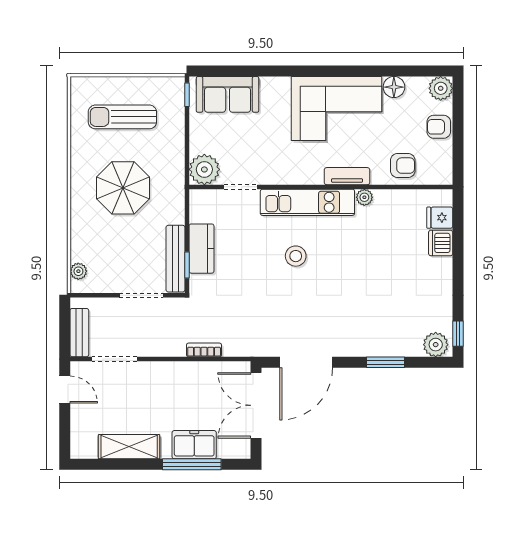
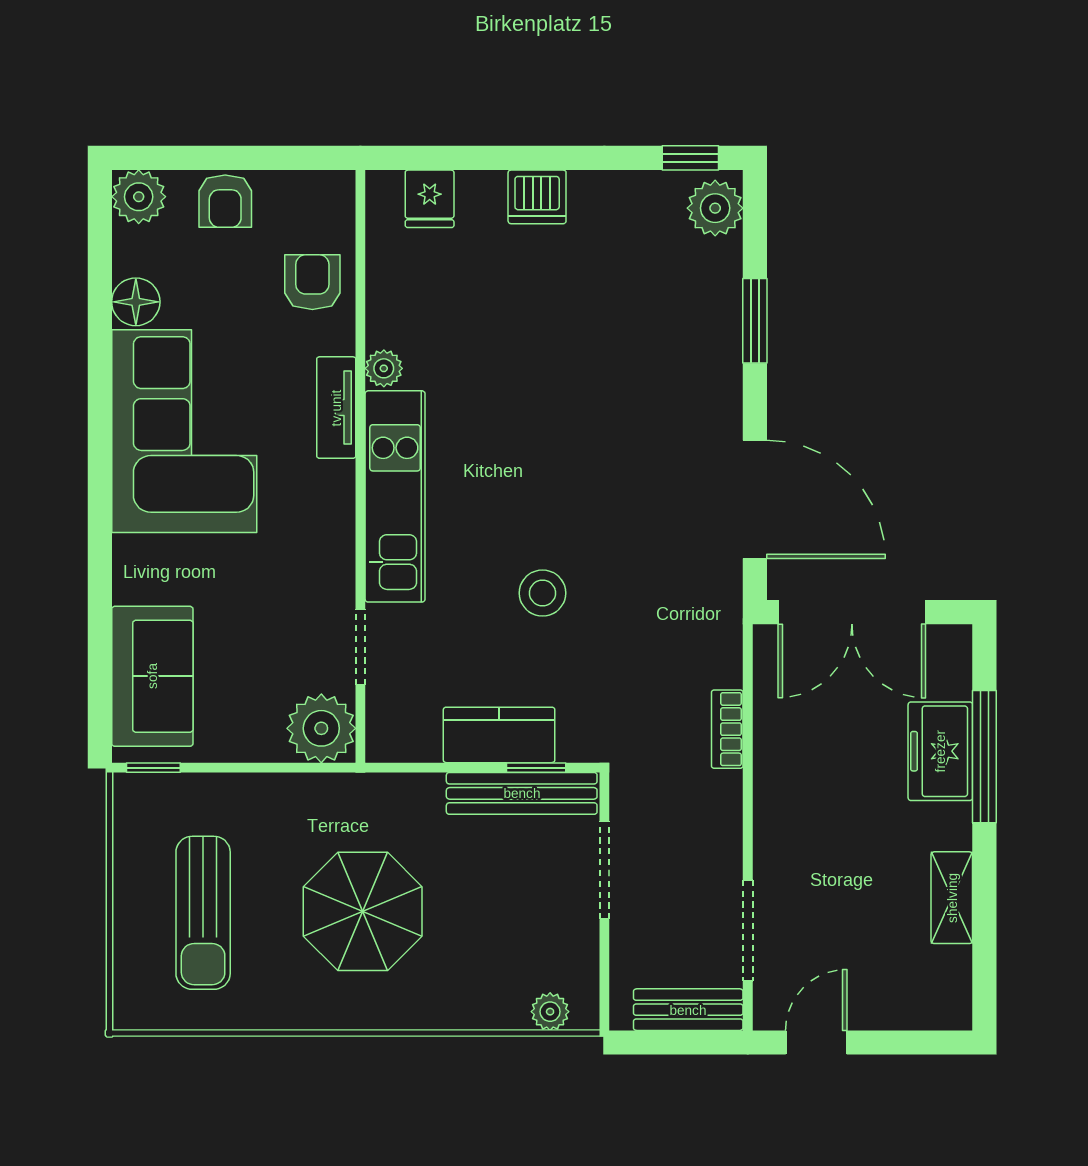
dishwasher: (441, 243) -> (537, 197), moved
stool: (296, 256) -> (543, 593), moved
shelving: (129, 447) -> (952, 898), width x0.67, depth x0.75

